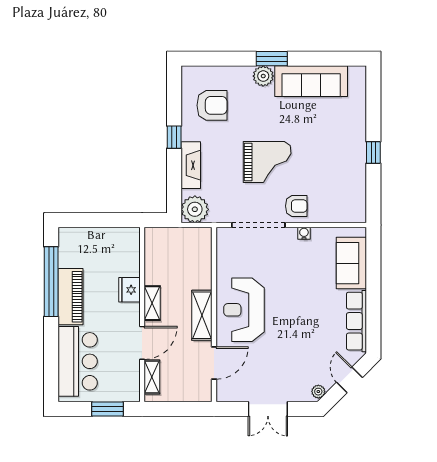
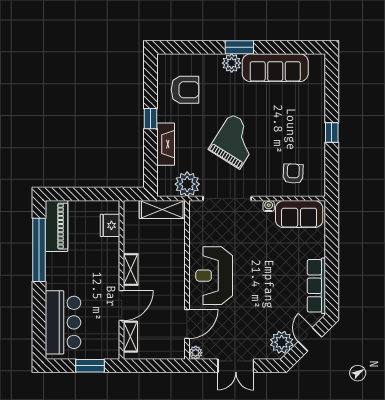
grand piano: (267, 162) -> (235, 141), turned -58
armchair: (296, 206) -> (293, 174), moved, turned -88
plant: (195, 209) -> (187, 184), moved
sofa: (351, 263) -> (299, 214), moved, turned -90
fridge: (129, 290) -> (110, 225), moved
piano: (70, 297) -> (56, 226), moved
shelving: (202, 315) -> (162, 210), moved, turned 90
plant: (318, 392) -> (282, 342), width x1.88, depth x1.88
plant: (224, 395) -> (196, 353), added

